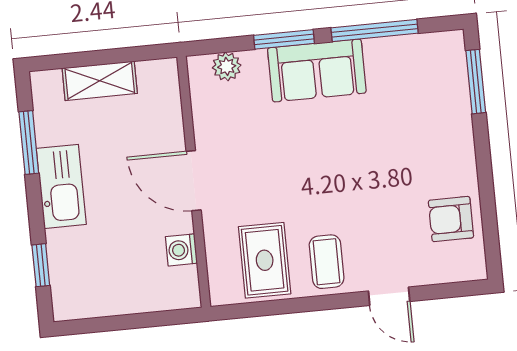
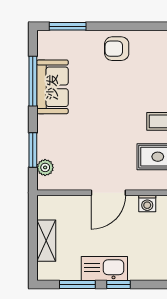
window: (284, 39) -> (33, 150), moved
sofa: (317, 70) -> (52, 87), moved
armchair: (451, 219) -> (117, 49), moved, turned 90
window: (41, 265) -> (119, 285), moved

